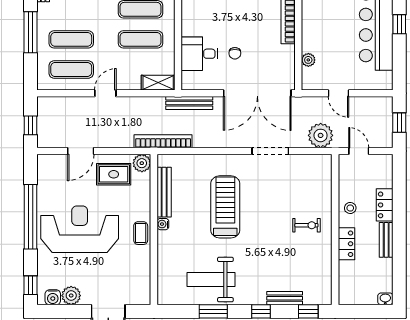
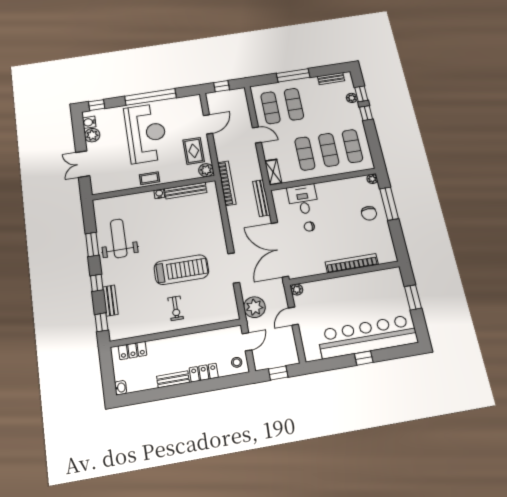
plant: (308, 60) -> (297, 289), moved
door: (81, 151) -> (208, 124), swing flipped
treadmill: (225, 207) -> (181, 270), moved
stool: (350, 208) -> (237, 362), moved
locker: (346, 244) -> (132, 351), moved

